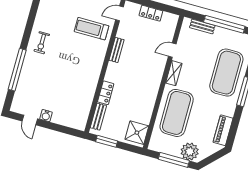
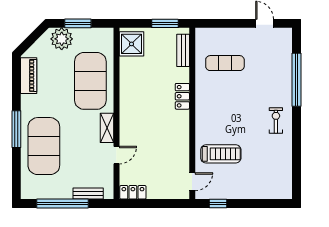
locker: (151, 13) -> (133, 192), moved
bench: (117, 50) -> (184, 137), removed
locker: (106, 93) -> (182, 96), moved
exercise mat: (69, 98) -> (225, 63), added
water cooler: (46, 116) -> (247, 34), removed
window: (174, 160) -> (78, 23), width x0.69

